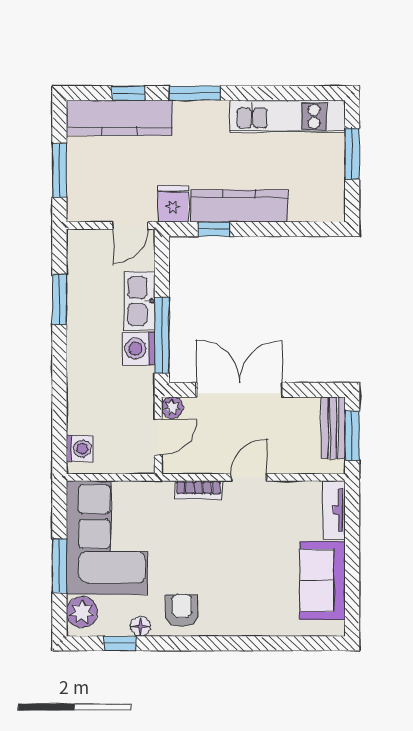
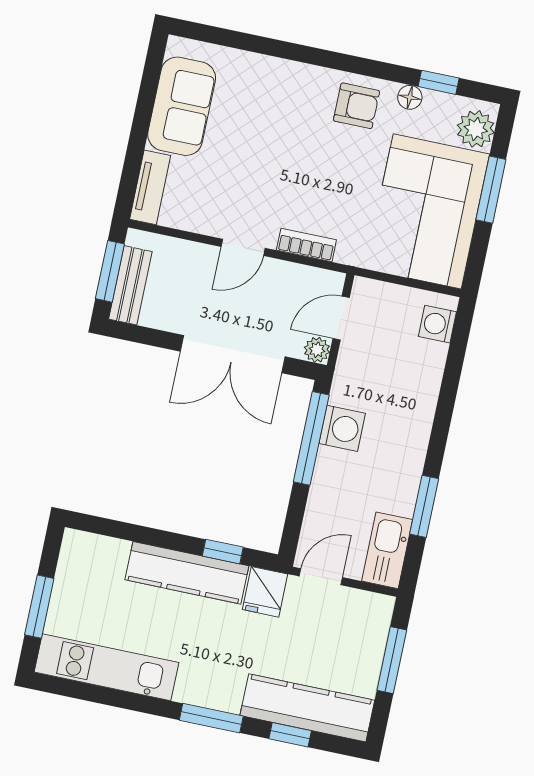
kitchen sink: (139, 301) -> (387, 550), moved, turned 180
armchair: (182, 611) -> (357, 106), turned -90

